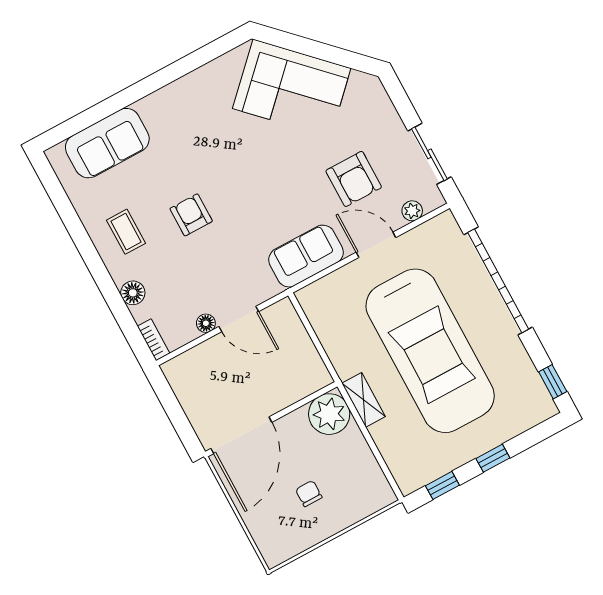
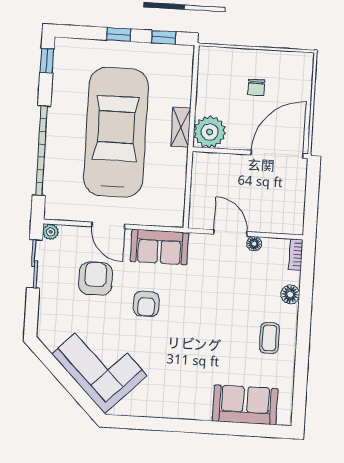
plant: (412, 211) -> (51, 232), moved
armchair: (191, 215) -> (146, 304), moved

